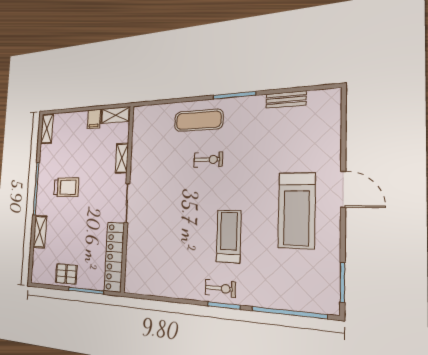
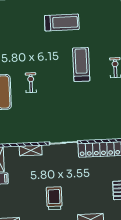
treadmill: (297, 210) -> (62, 22), width x0.73, depth x0.73
treadmill: (229, 236) -> (81, 64), turned 90

